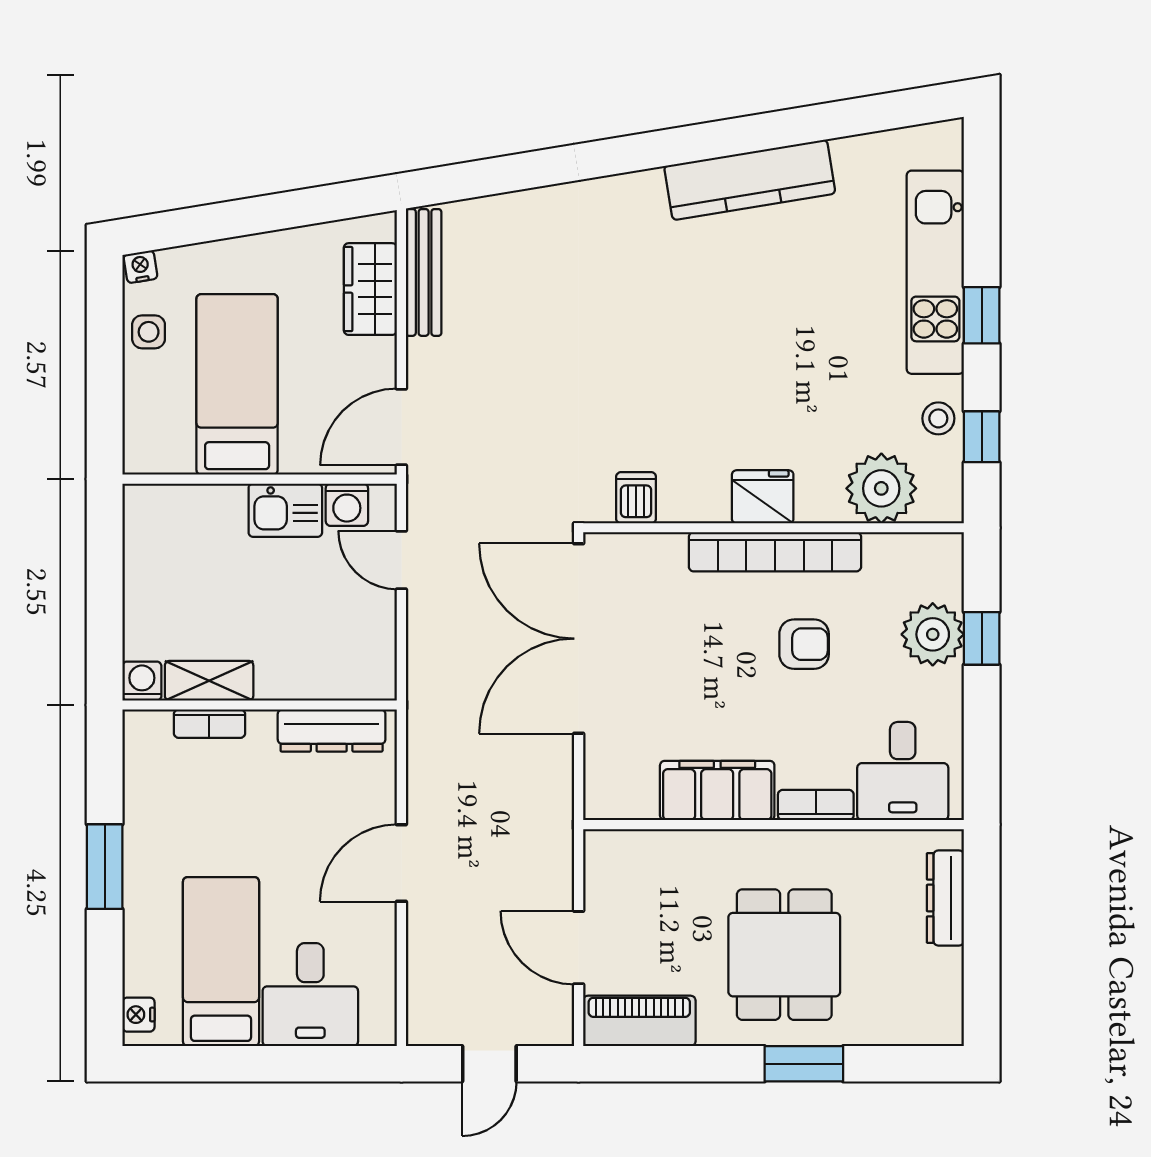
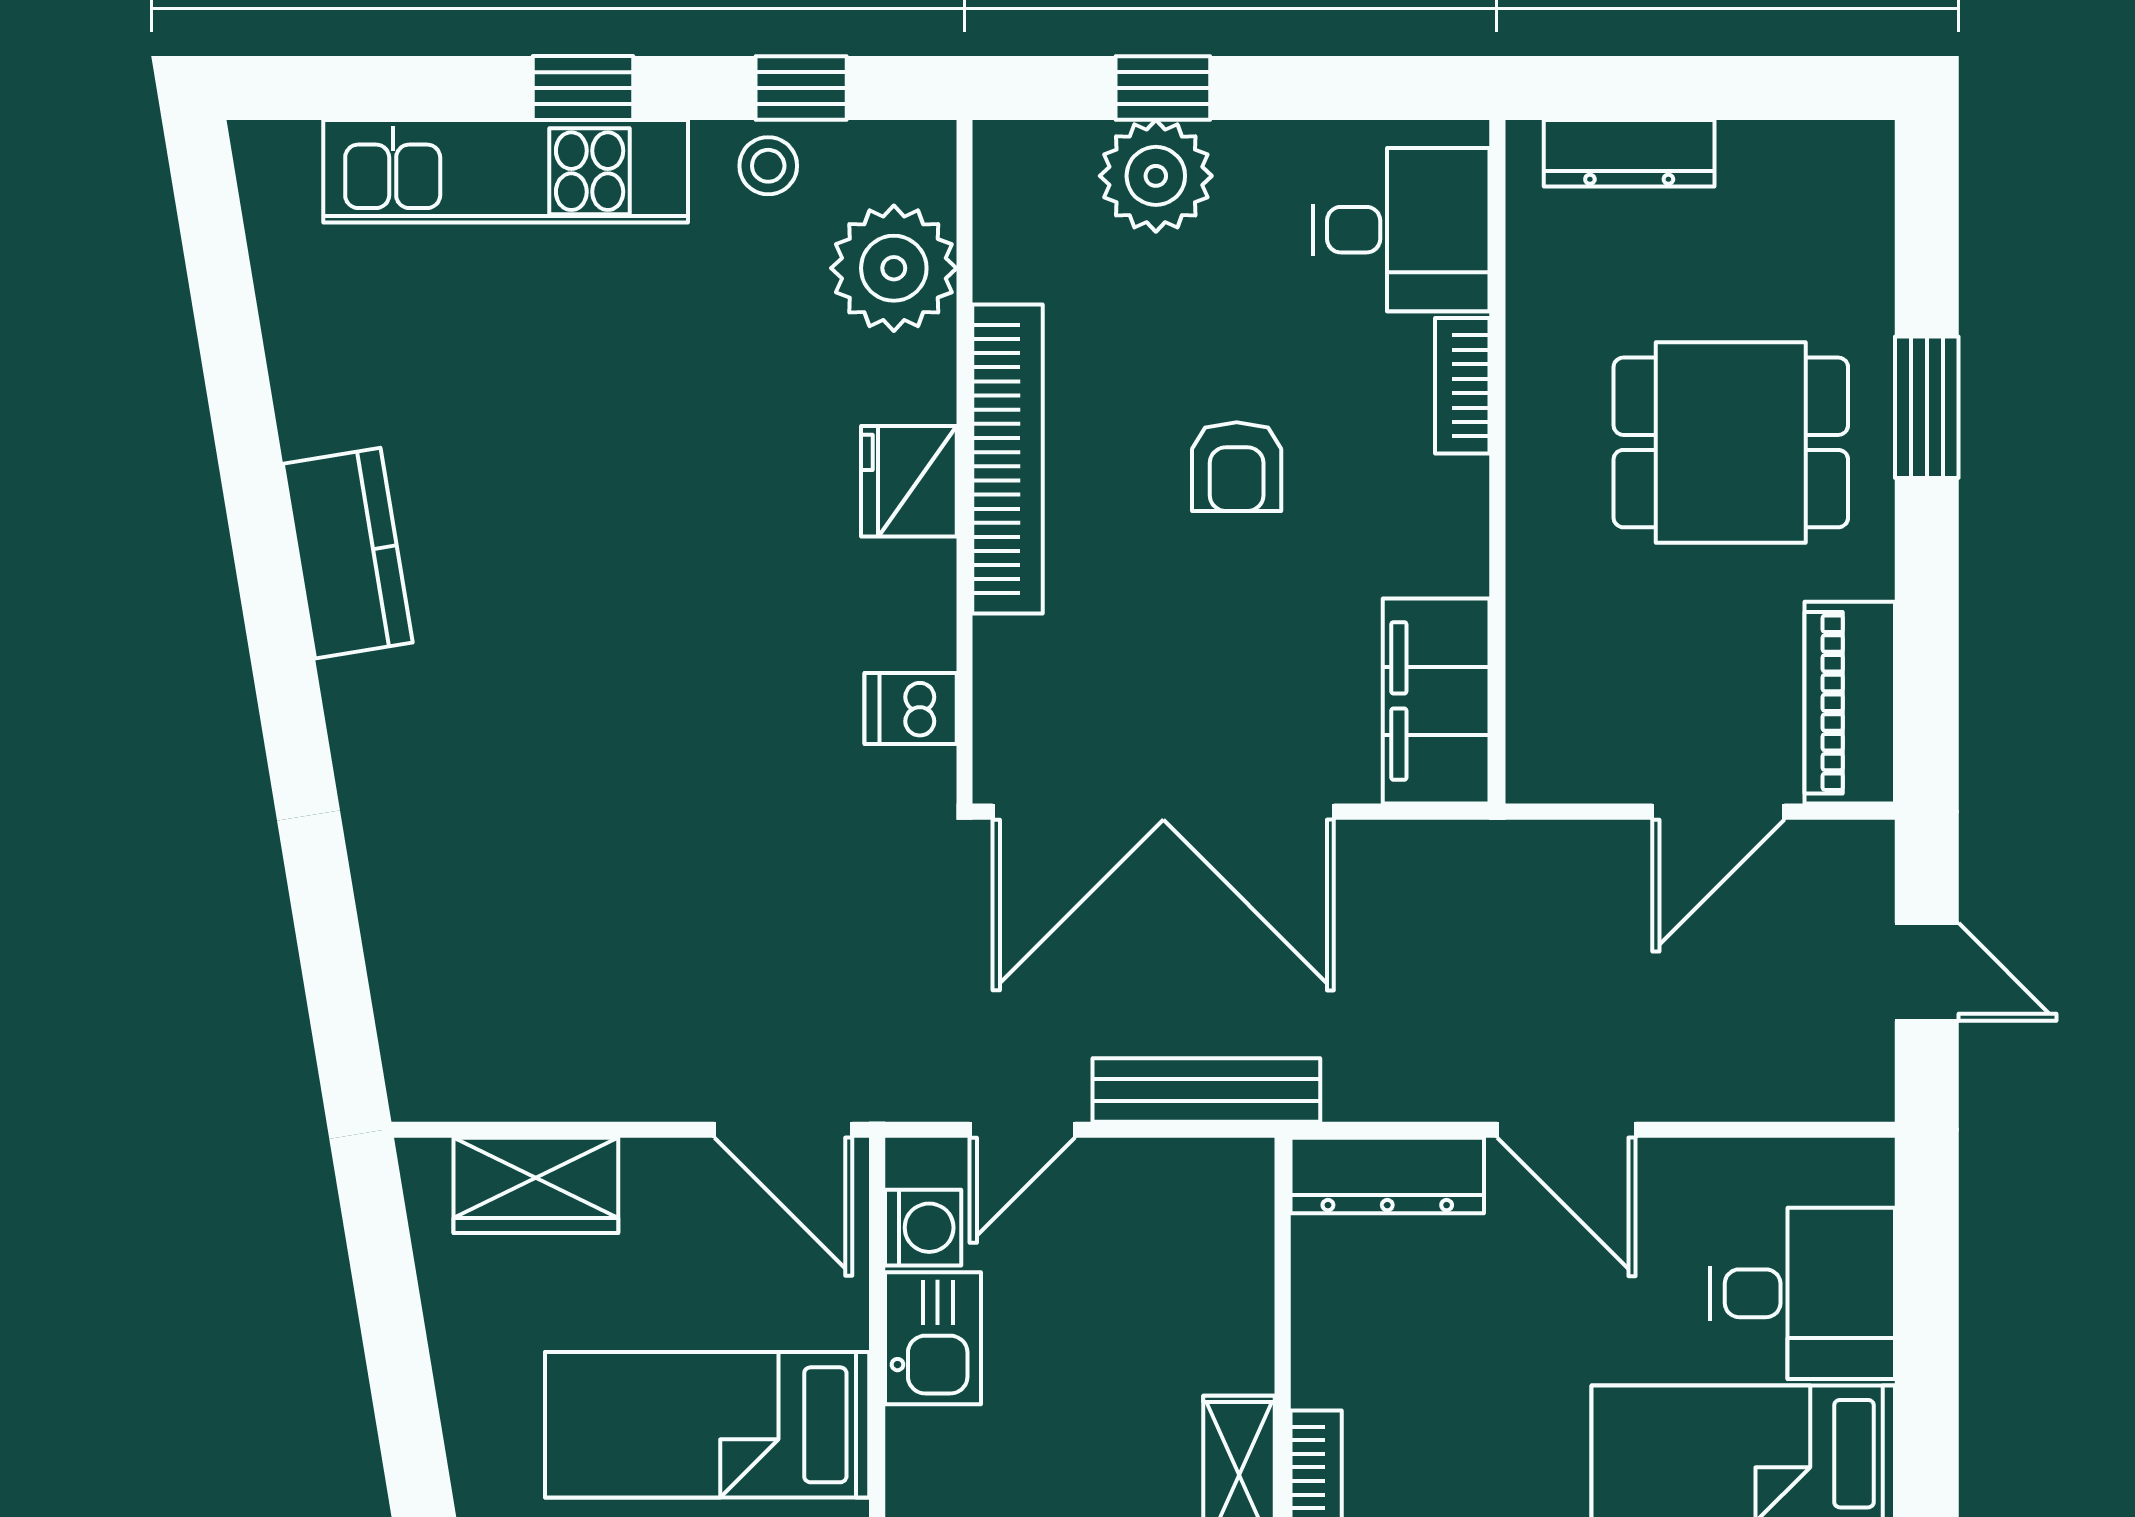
kitchen counter: (750, 180) -> (348, 553), width x0.67
bench: (424, 272) -> (1206, 1090), moved
armchair: (804, 644) -> (1237, 467), moved, turned 180
dresser: (332, 730) -> (1387, 1176), moved, turned 90
filing cabinet: (717, 790) -> (1436, 701), moved

